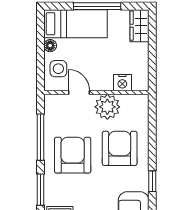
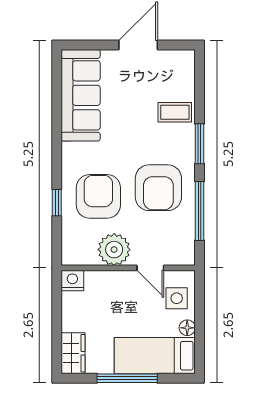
nightstand: (122, 83) -> (72, 280), moved
armchair: (120, 148) -> (98, 196), turned 180
window: (152, 181) -> (57, 203), moved

